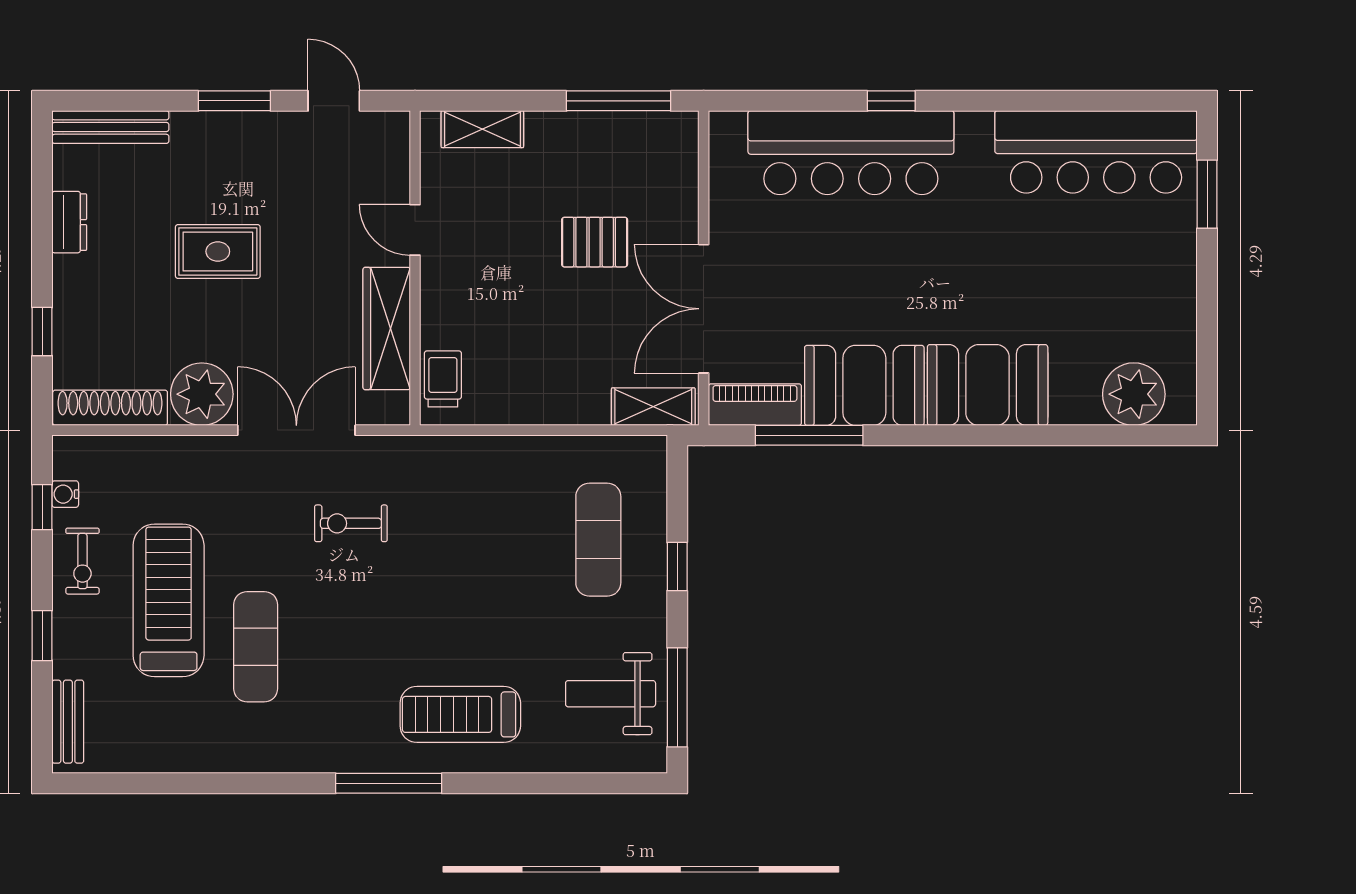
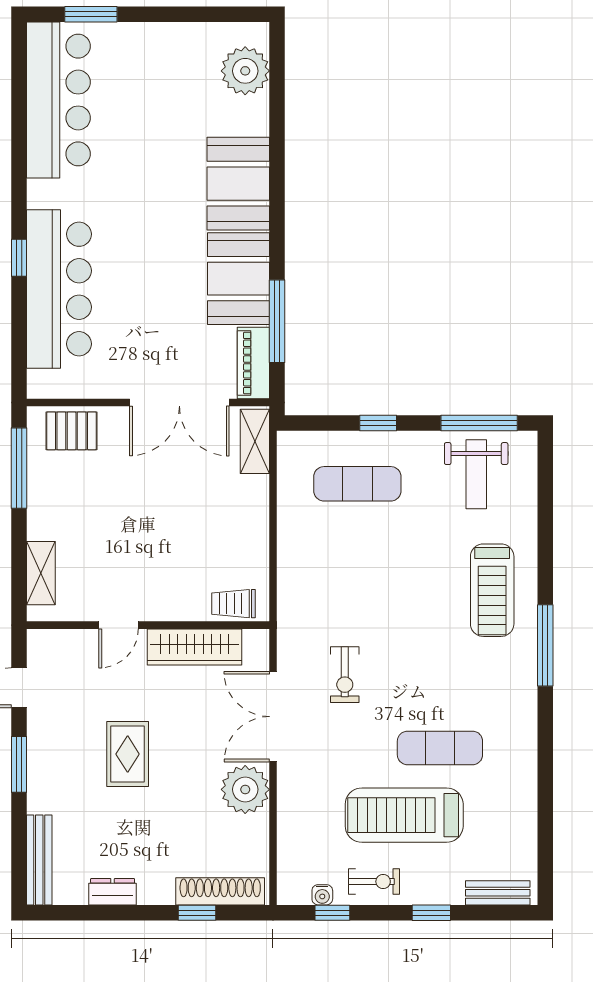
pallet: (595, 242) -> (72, 431), moved, turned 90
rug: (218, 251) -> (128, 754), moved
shoe rack: (110, 408) -> (220, 891), moved, turned 90

